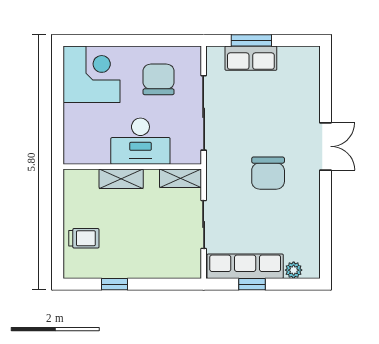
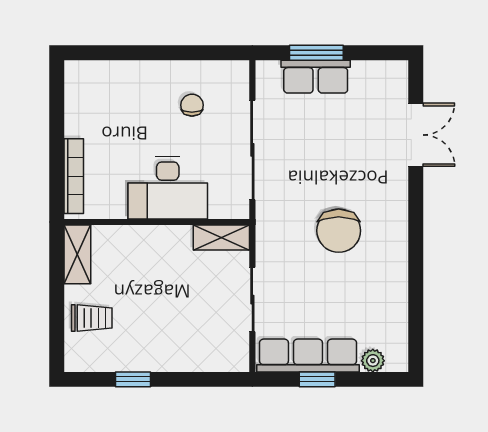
corner desk: (91, 74) -> (102, 98), removed
chair: (159, 79) -> (192, 105), width x0.54, depth x0.54
bookcase: (70, 132) -> (74, 176), added
double door: (325, 146) -> (416, 135), moved
shelving: (121, 179) -> (77, 254), moved, turned 90

